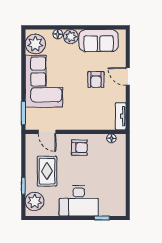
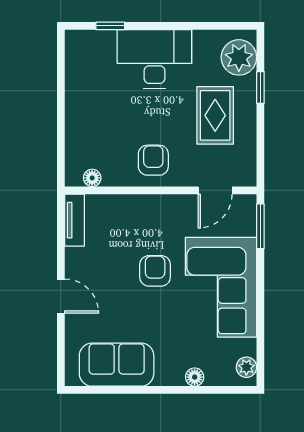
plant: (71, 37) -> (170, 372), removed
plant: (35, 44) -> (246, 367), width x0.53, depth x0.53
armchair: (96, 79) -> (155, 271), moved
door: (47, 132) -> (215, 190), swing flipped
armchair: (79, 148) -> (153, 160), turned 90

